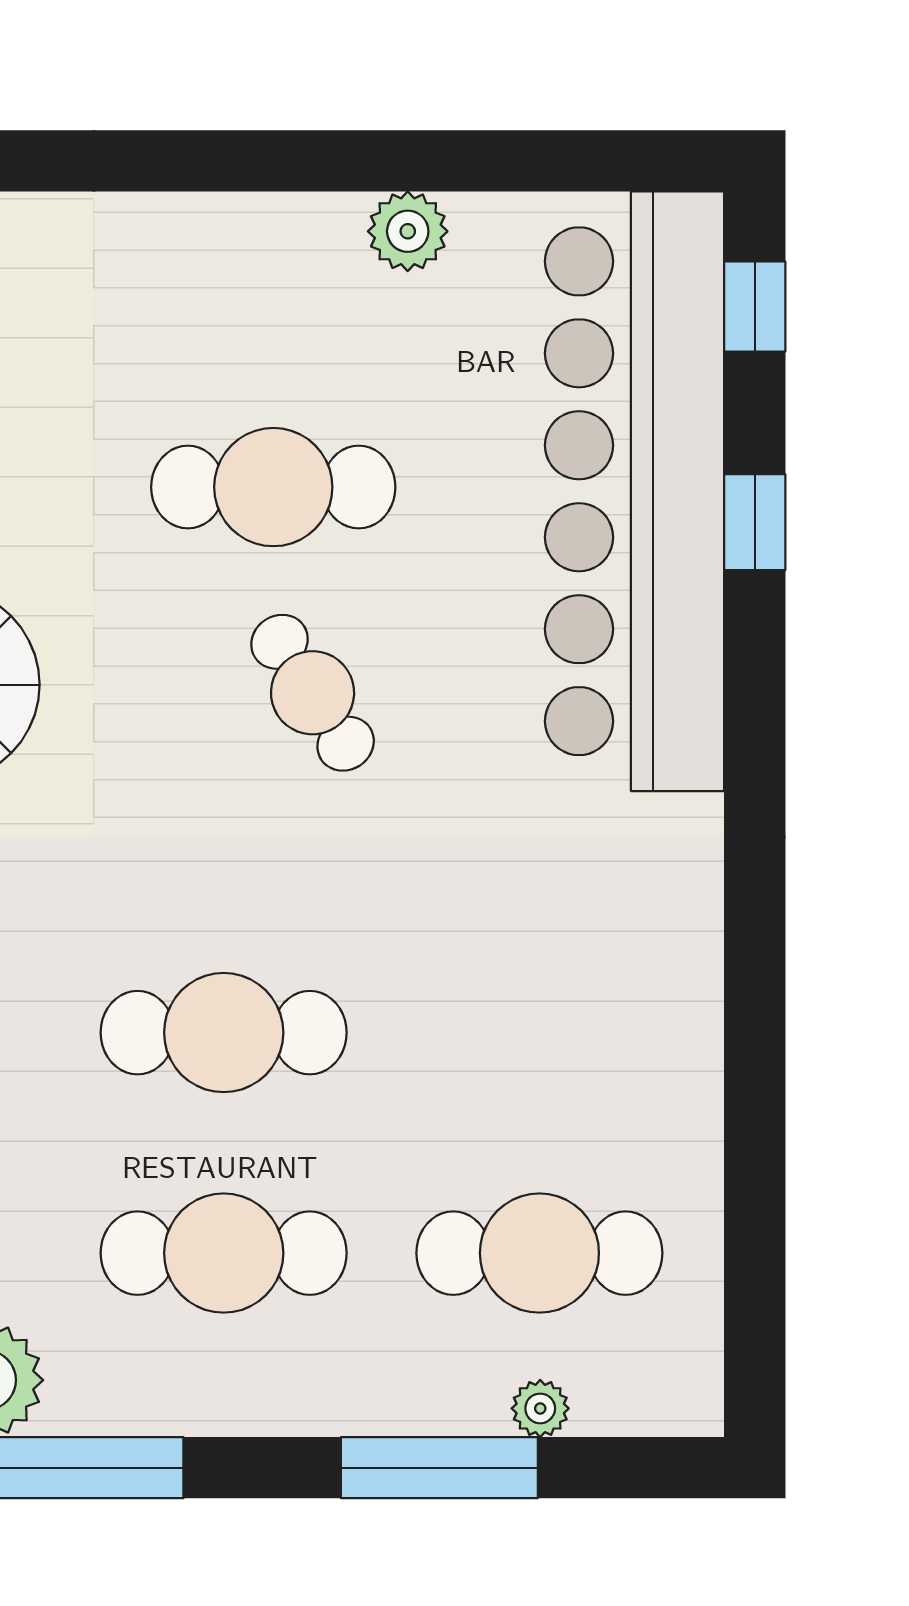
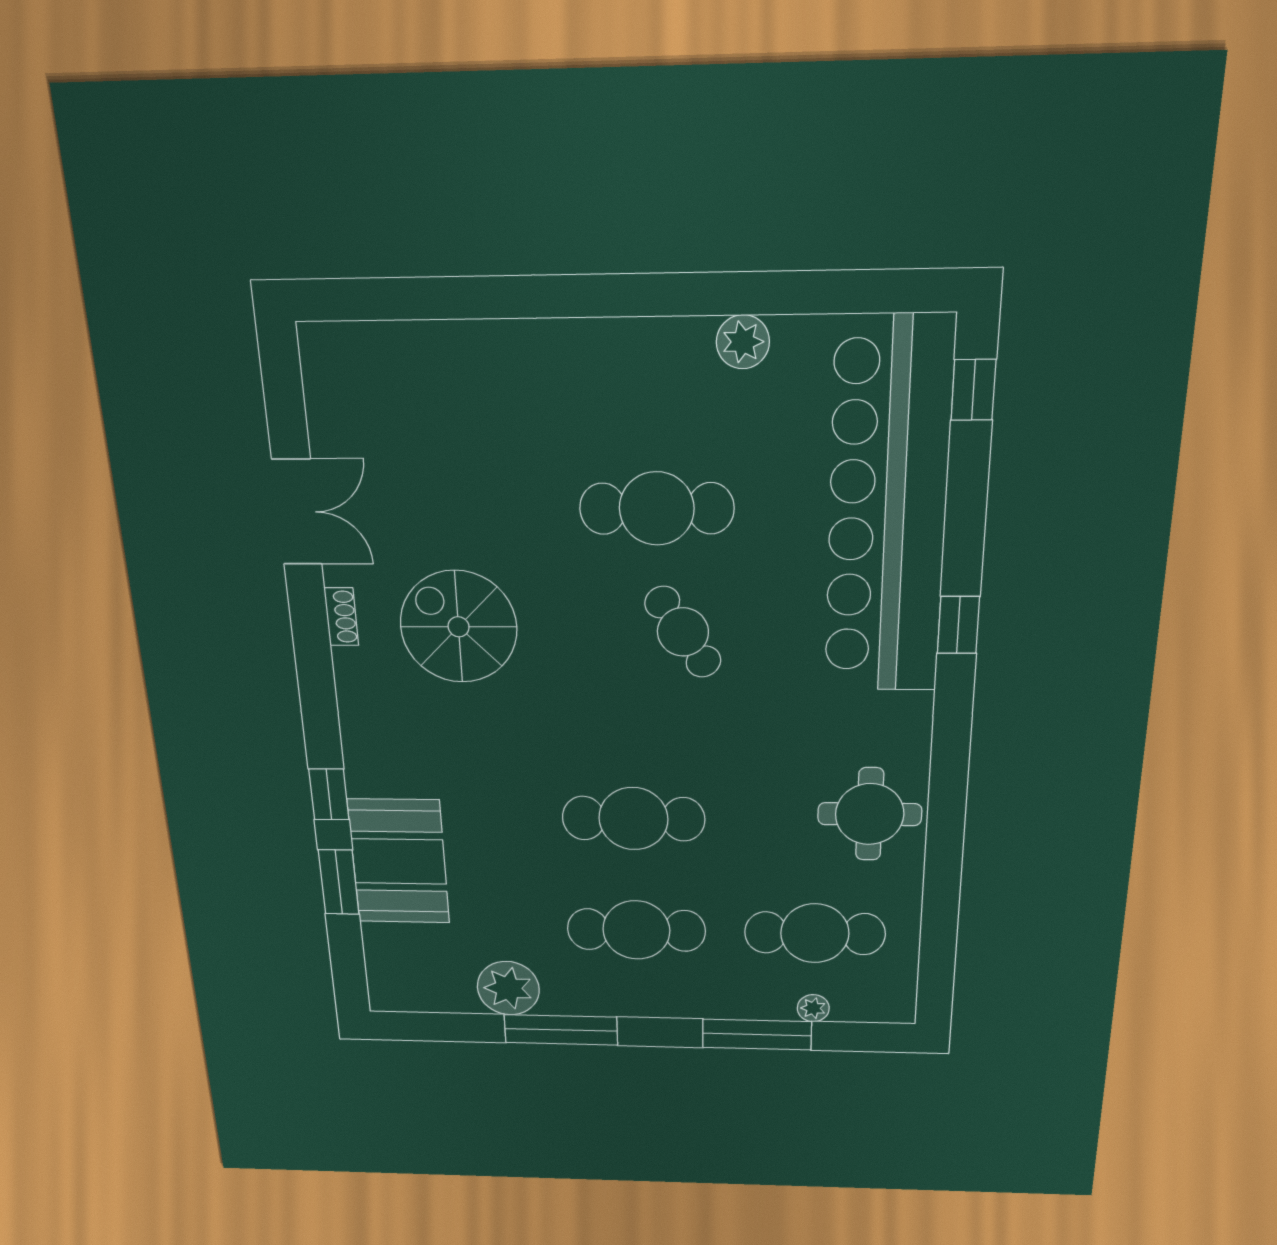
window: (755, 522) -> (958, 625), moved
round table: (626, 1019) -> (870, 814), added

